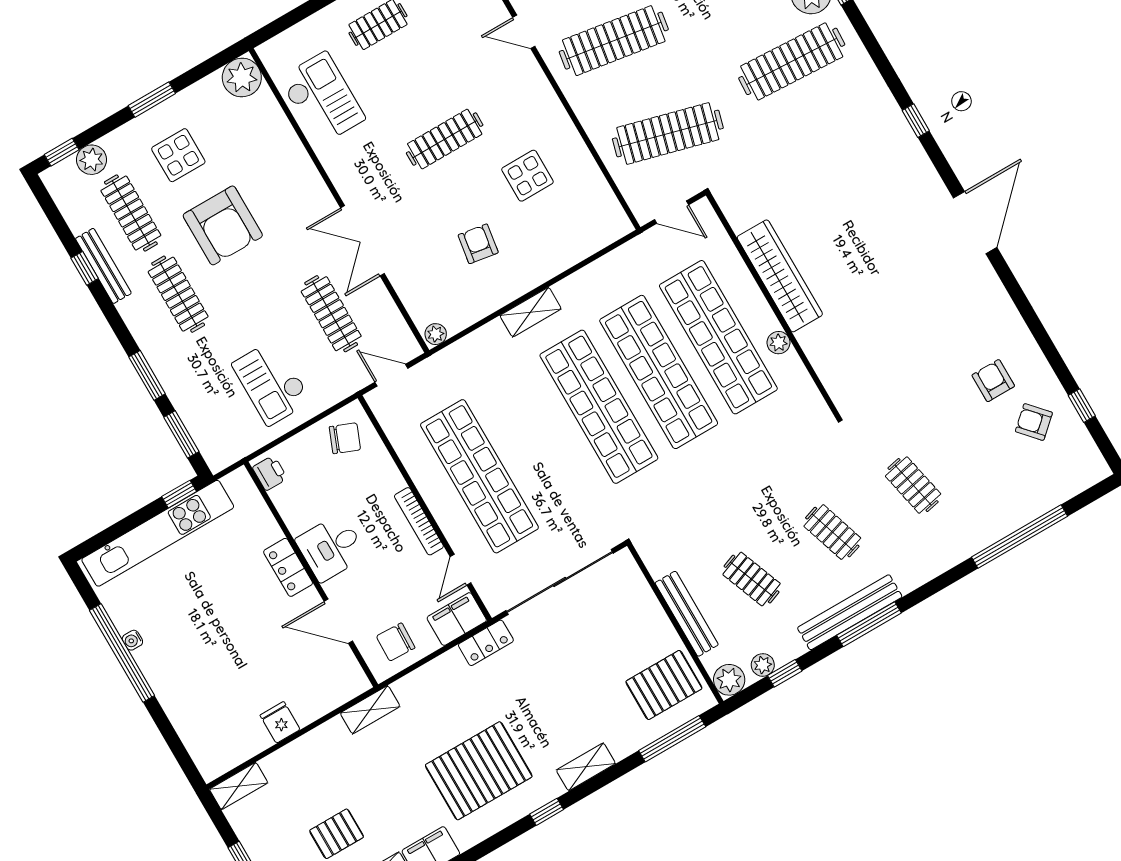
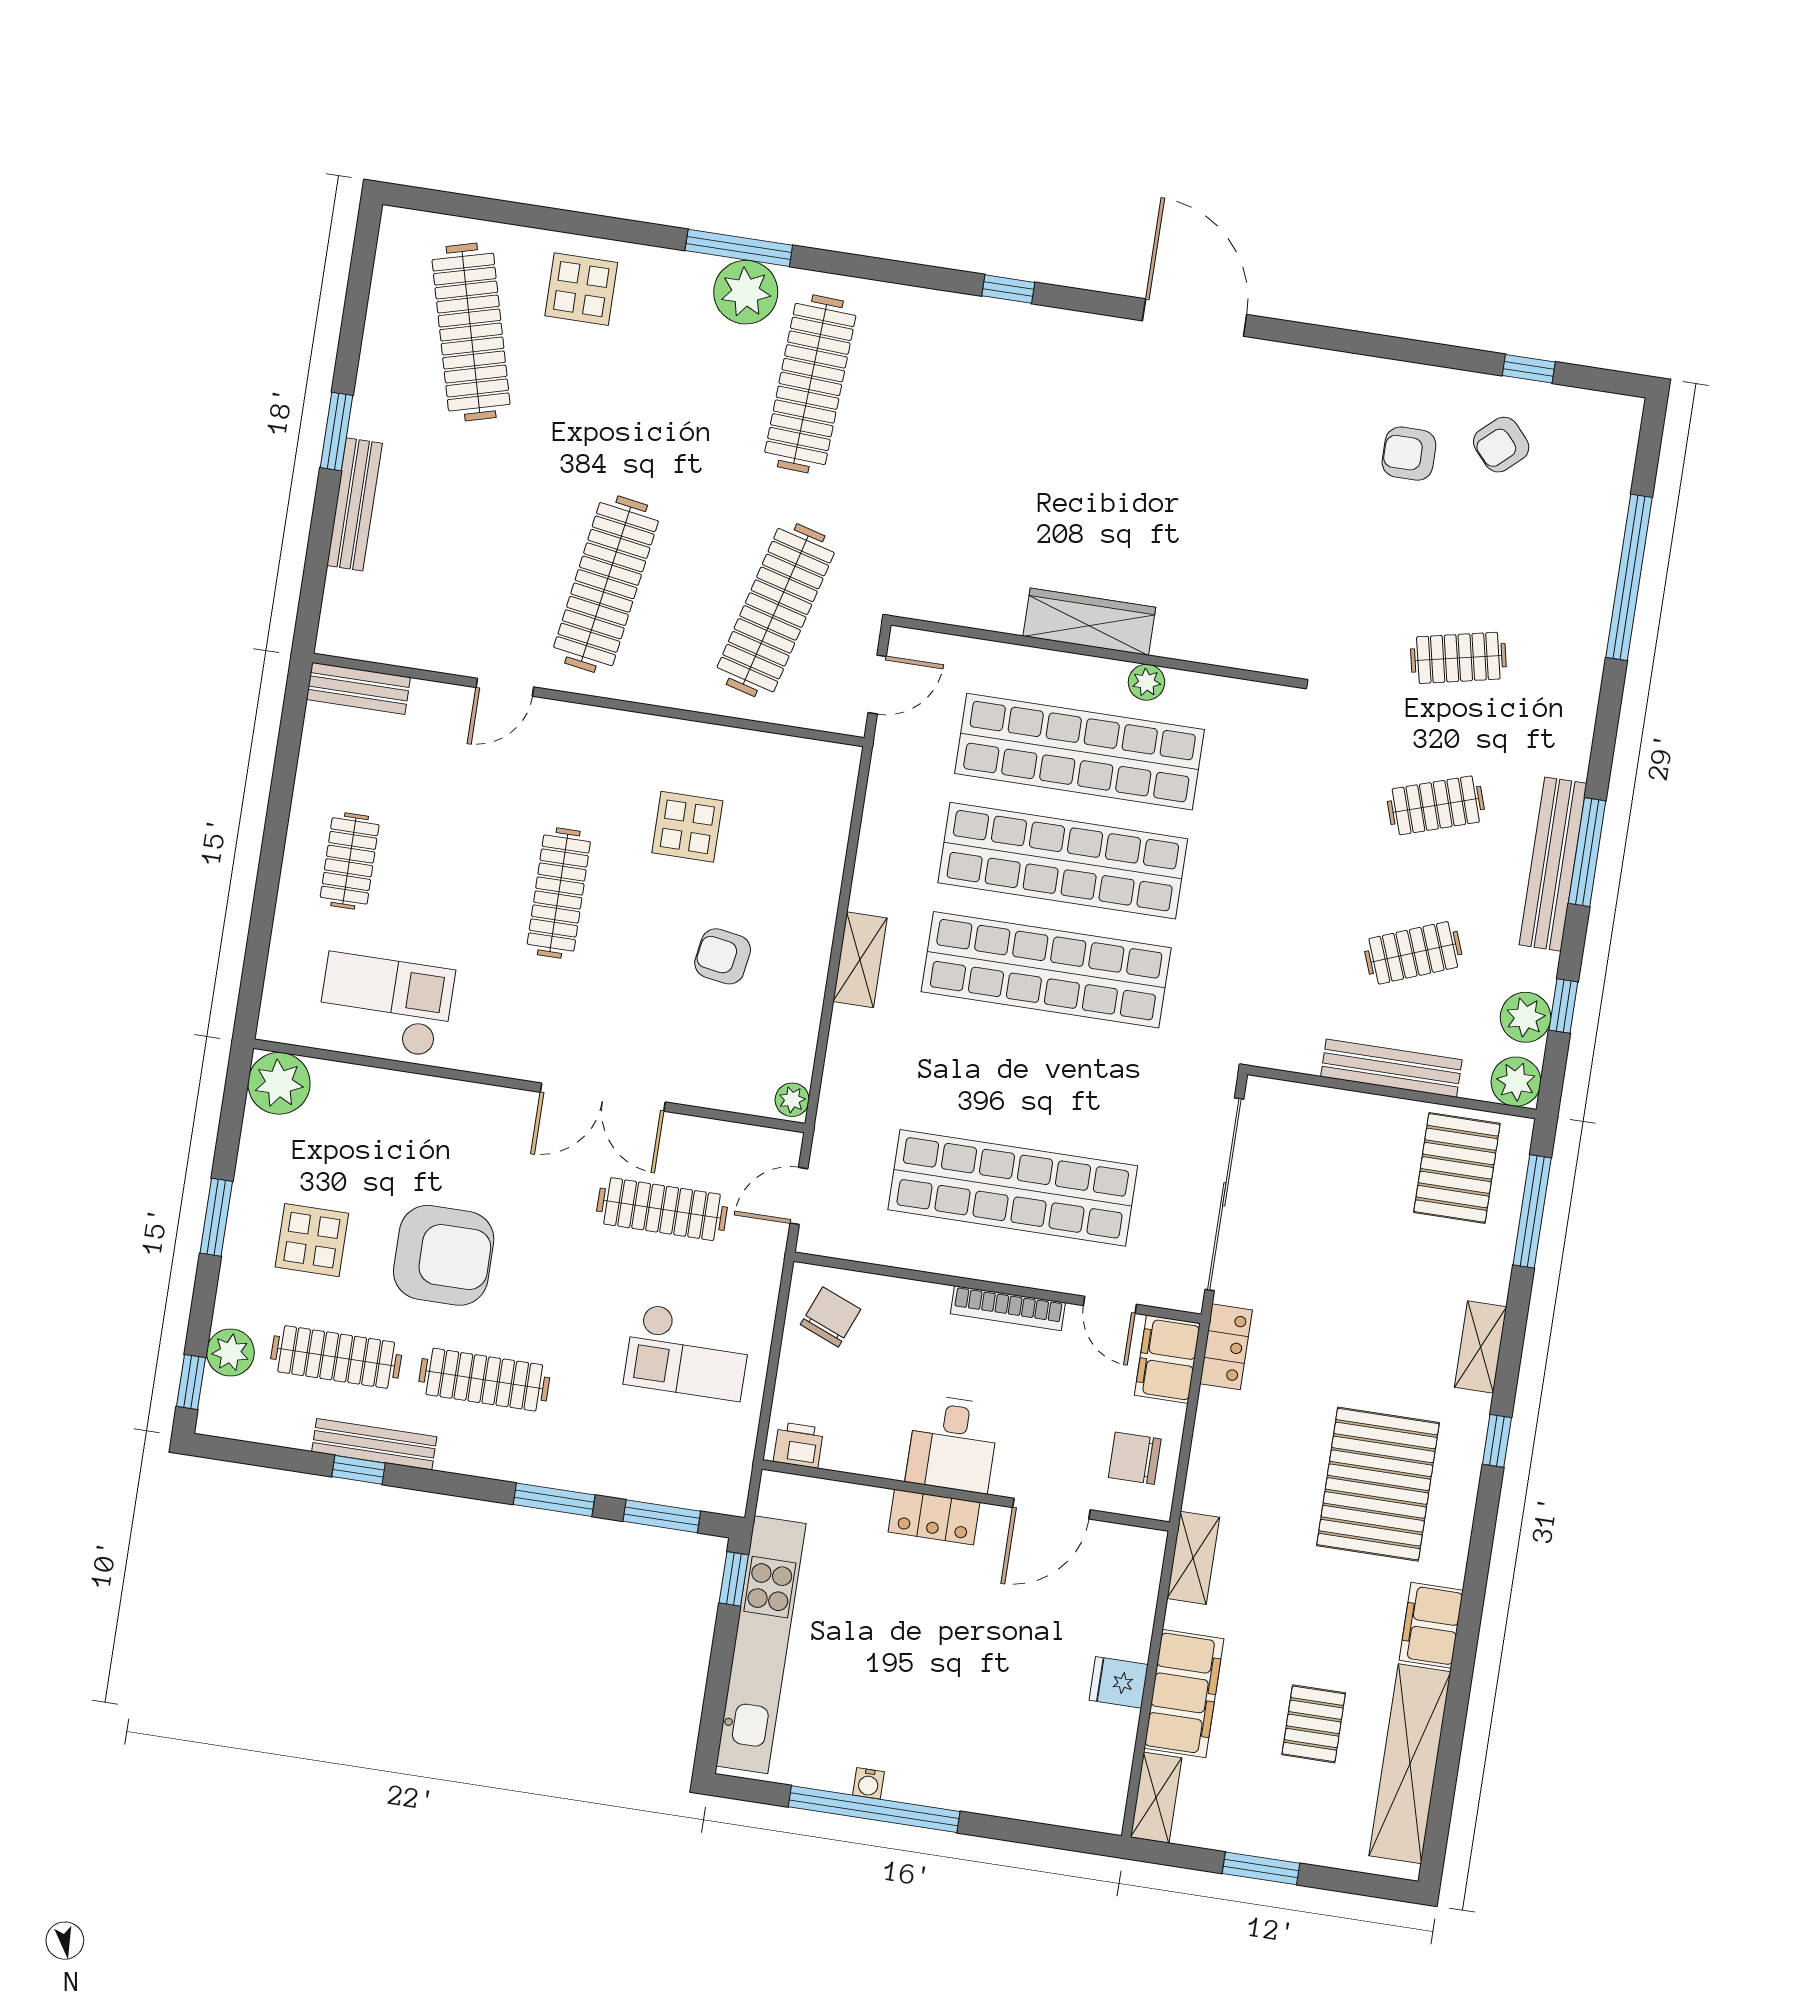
wardrobe: (780, 276) -> (1089, 622), width x0.71, depth x0.85
chair: (396, 642) -> (1135, 1458), turned 88
plant: (763, 665) -> (1525, 1017), width x1.38, depth x1.38
filing cabinet: (300, 759) -> (1184, 1694), added

